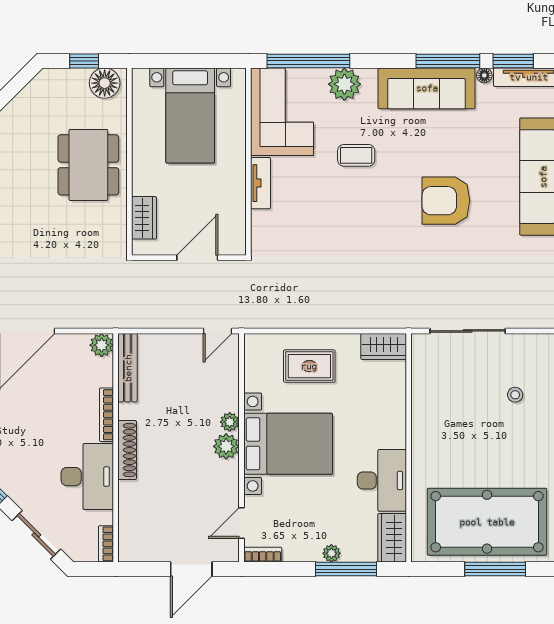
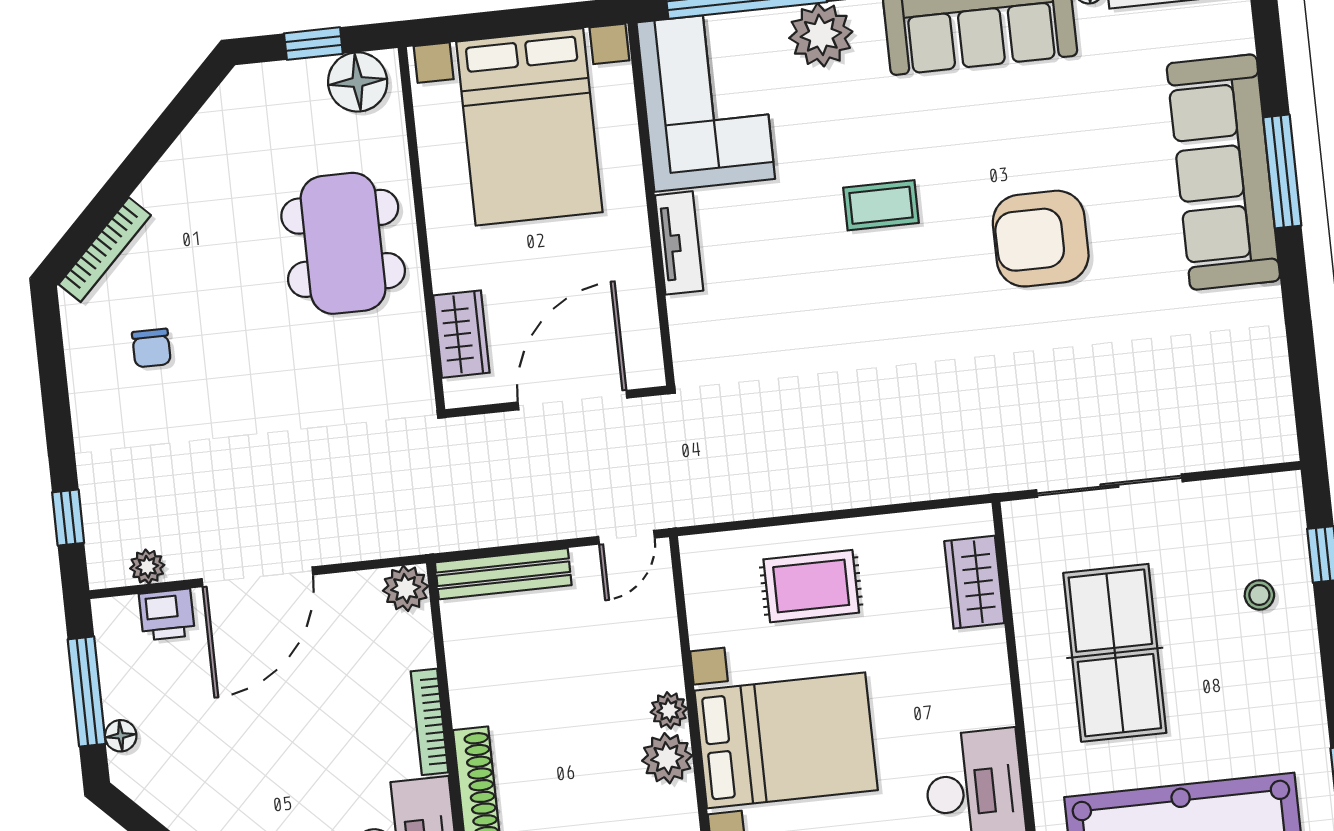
bed with nightstands: (190, 115) -> (529, 127), width x1.36
coffee table: (356, 155) -> (881, 205), moved
door: (197, 258) -> (572, 400), width x1.36
wardrobe: (384, 346) -> (974, 582), moved, turned 90
bench: (128, 368) -> (503, 574), moved, turned 90
stool: (515, 395) -> (1259, 595), moved
table tennis table: (461, 417) -> (1115, 653), added

